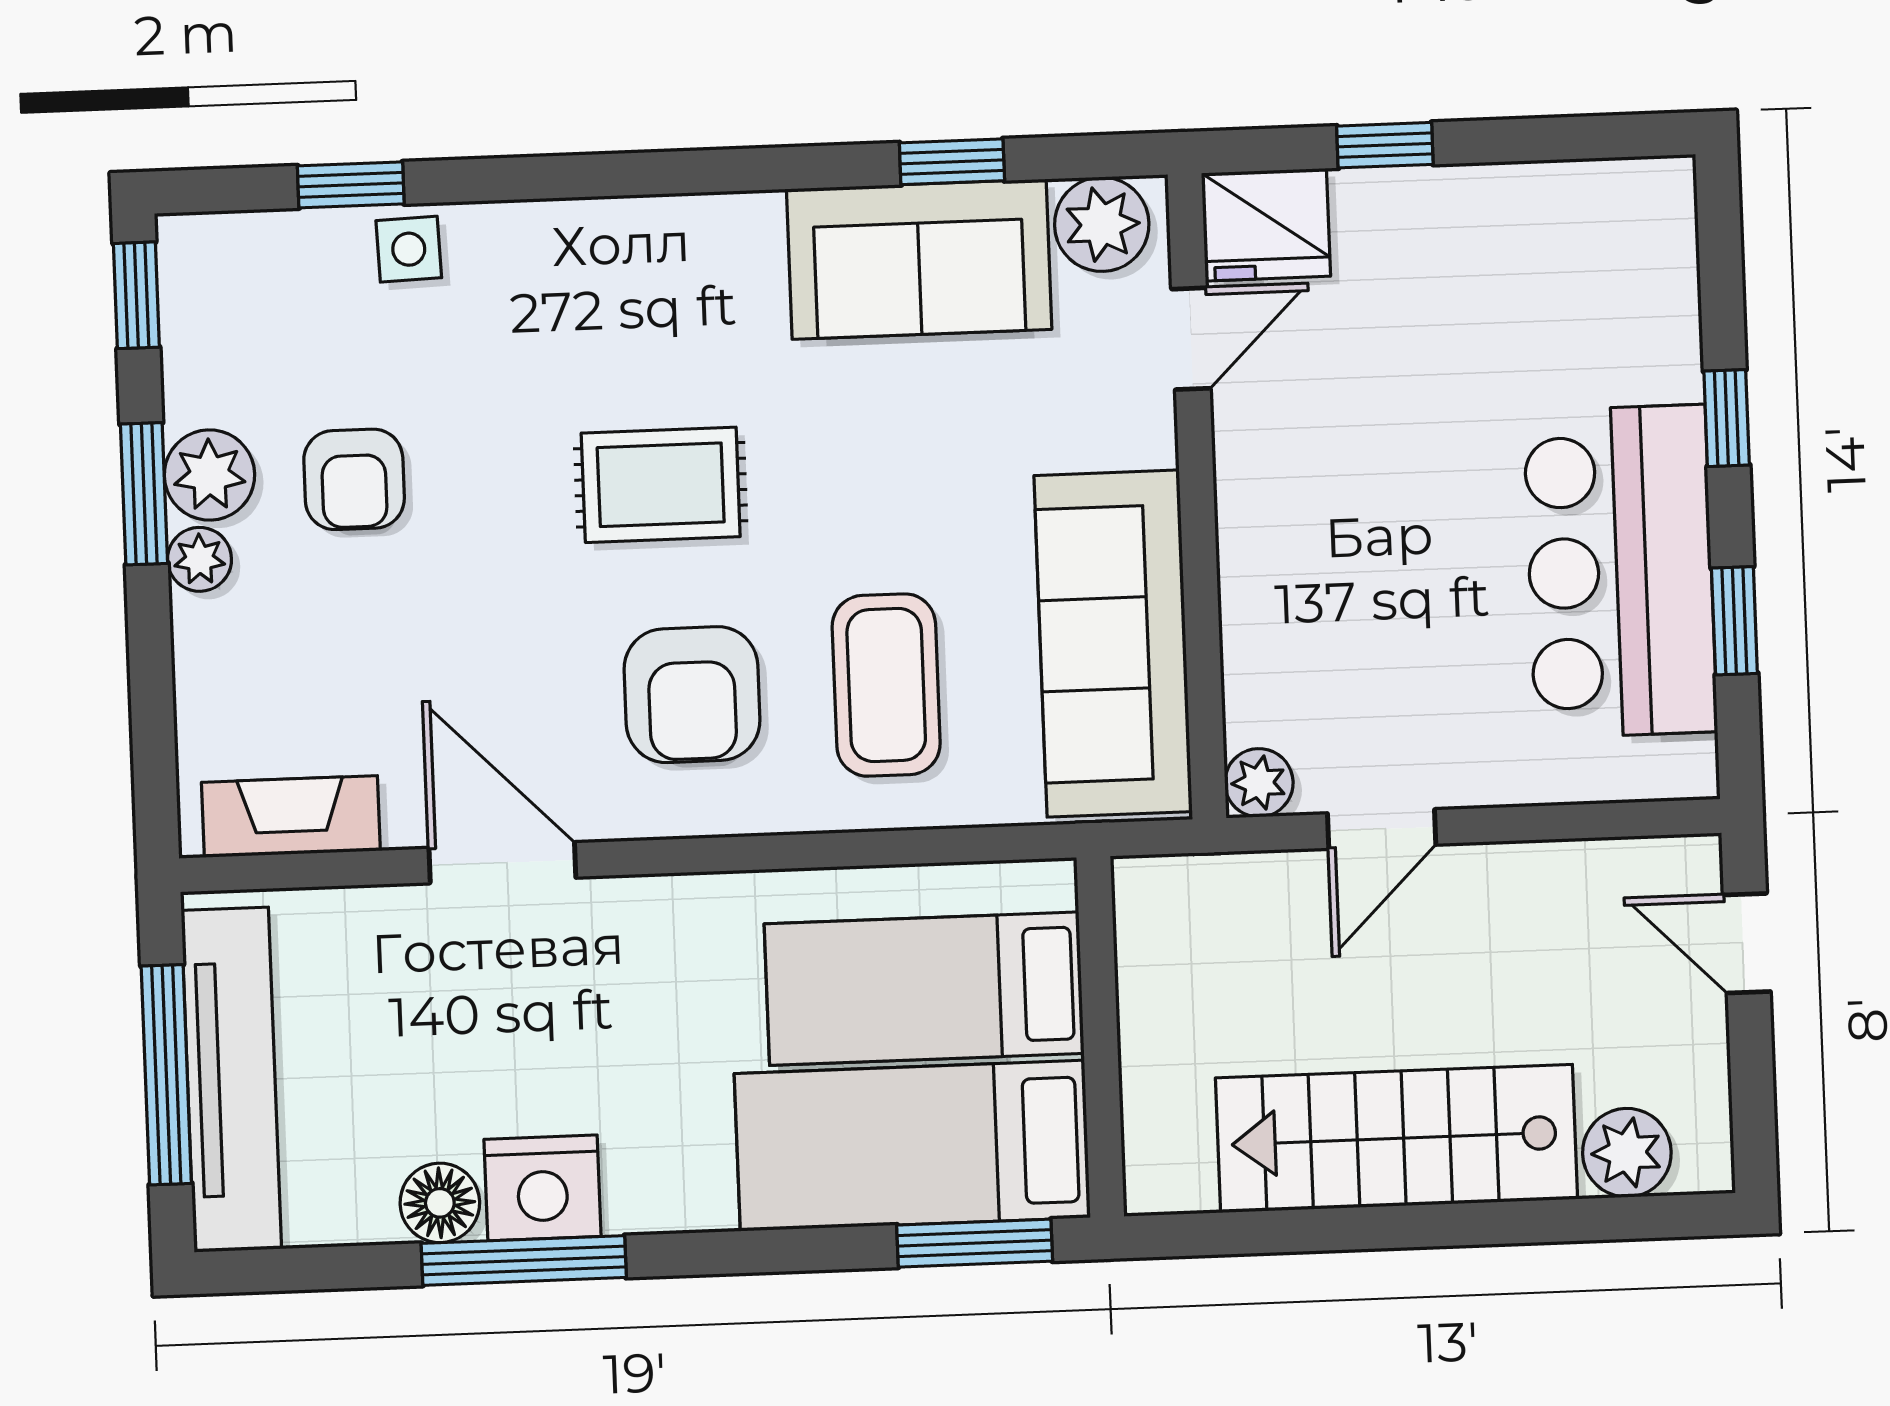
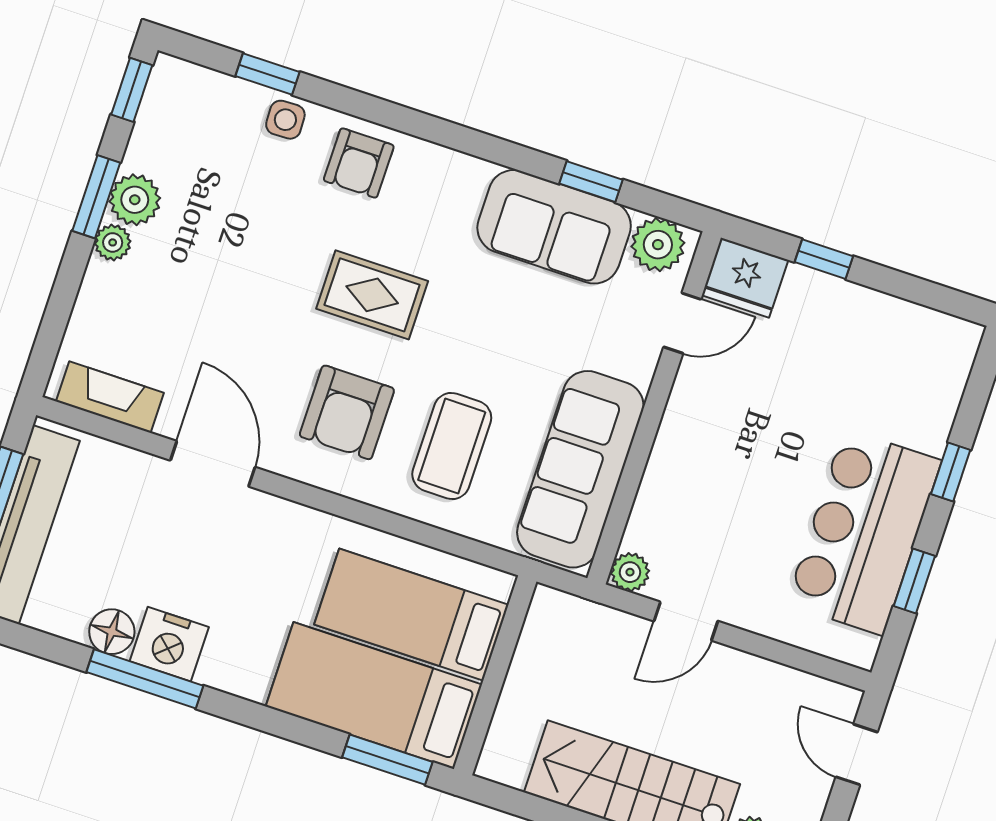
armchair: (354, 479) -> (359, 163), moved

